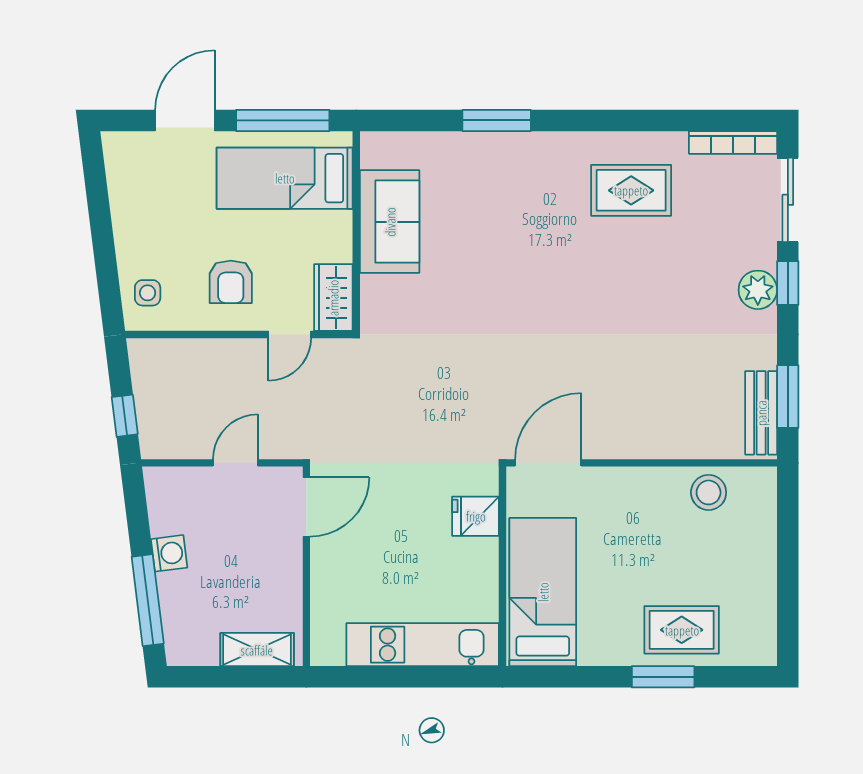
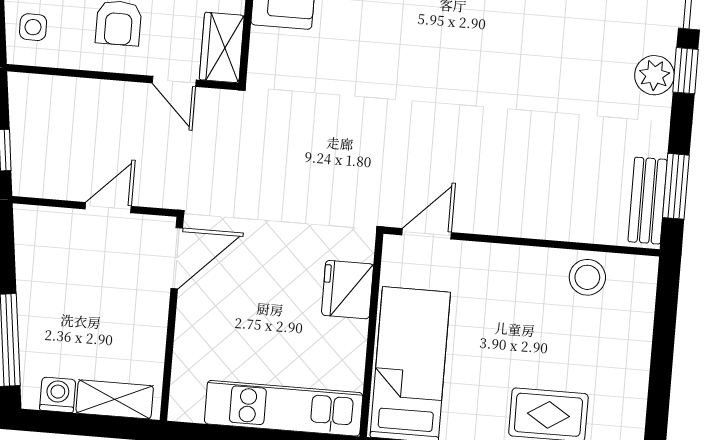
door: (290, 334) -> (174, 81), hinge flipped
door: (548, 463) -> (427, 234), width x0.73
fridge: (476, 516) -> (348, 290), width x1.38
washing machine: (169, 553) -> (58, 395), moved, turned -83

